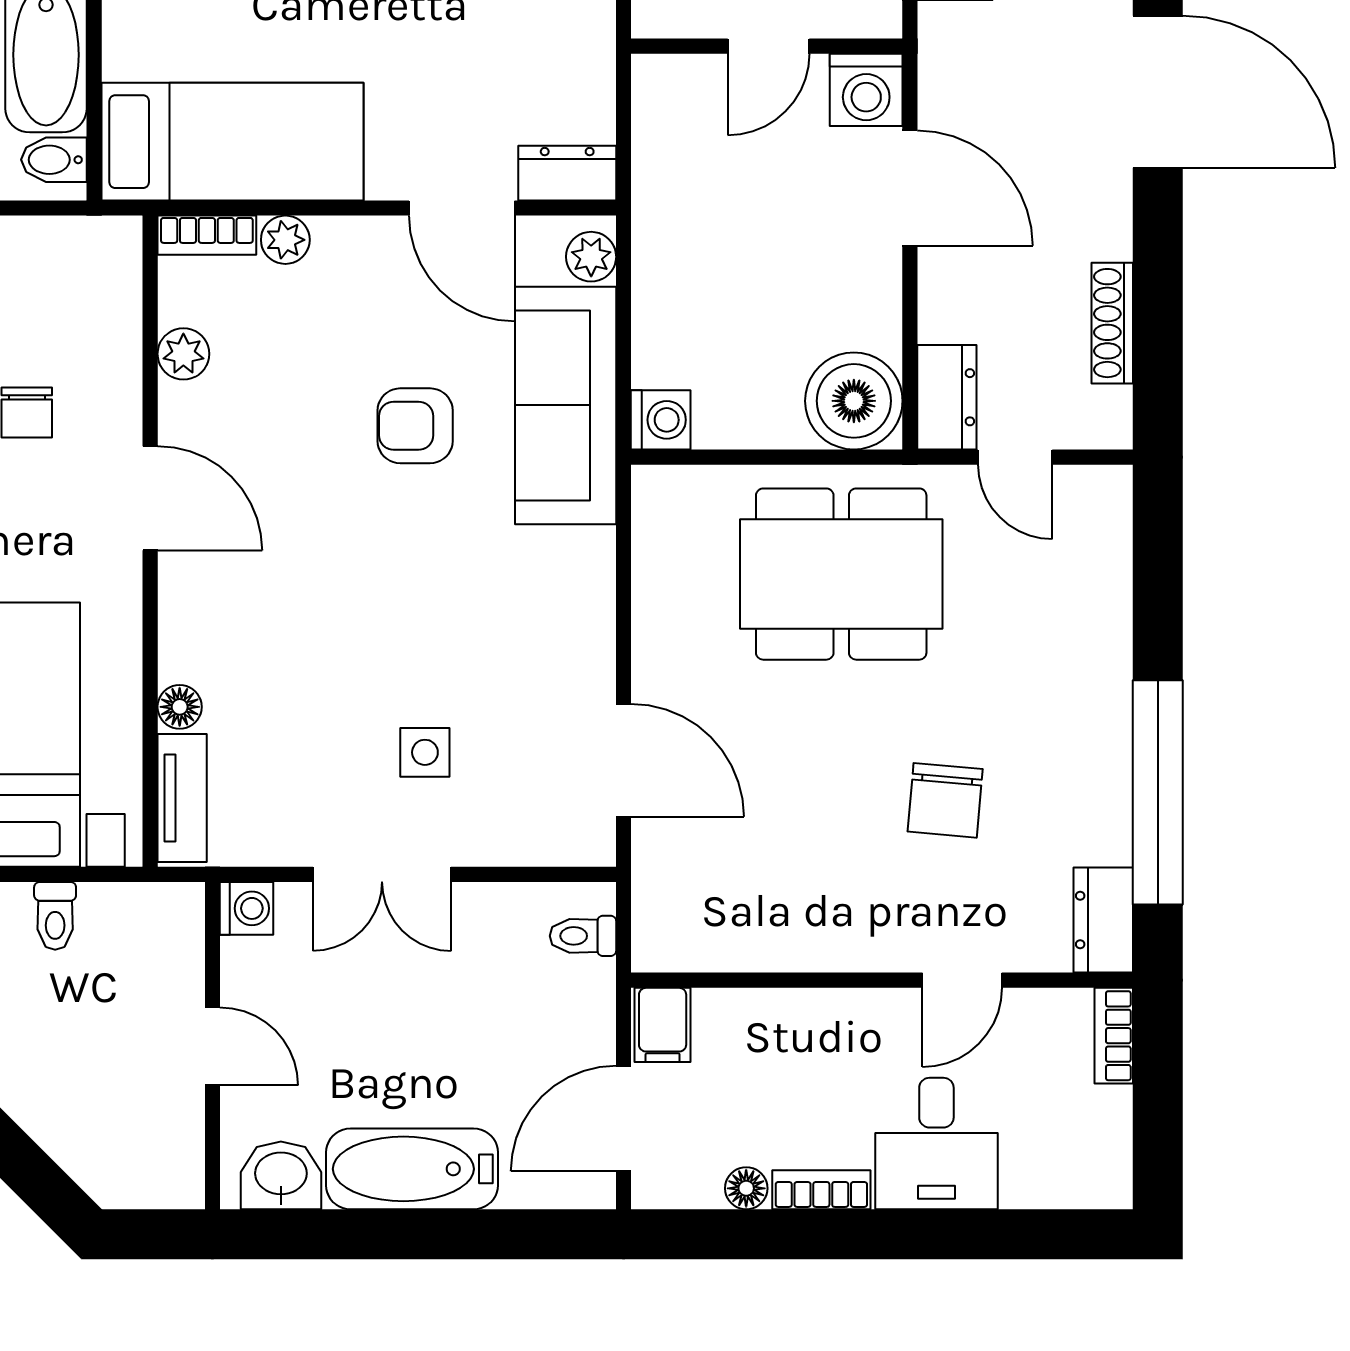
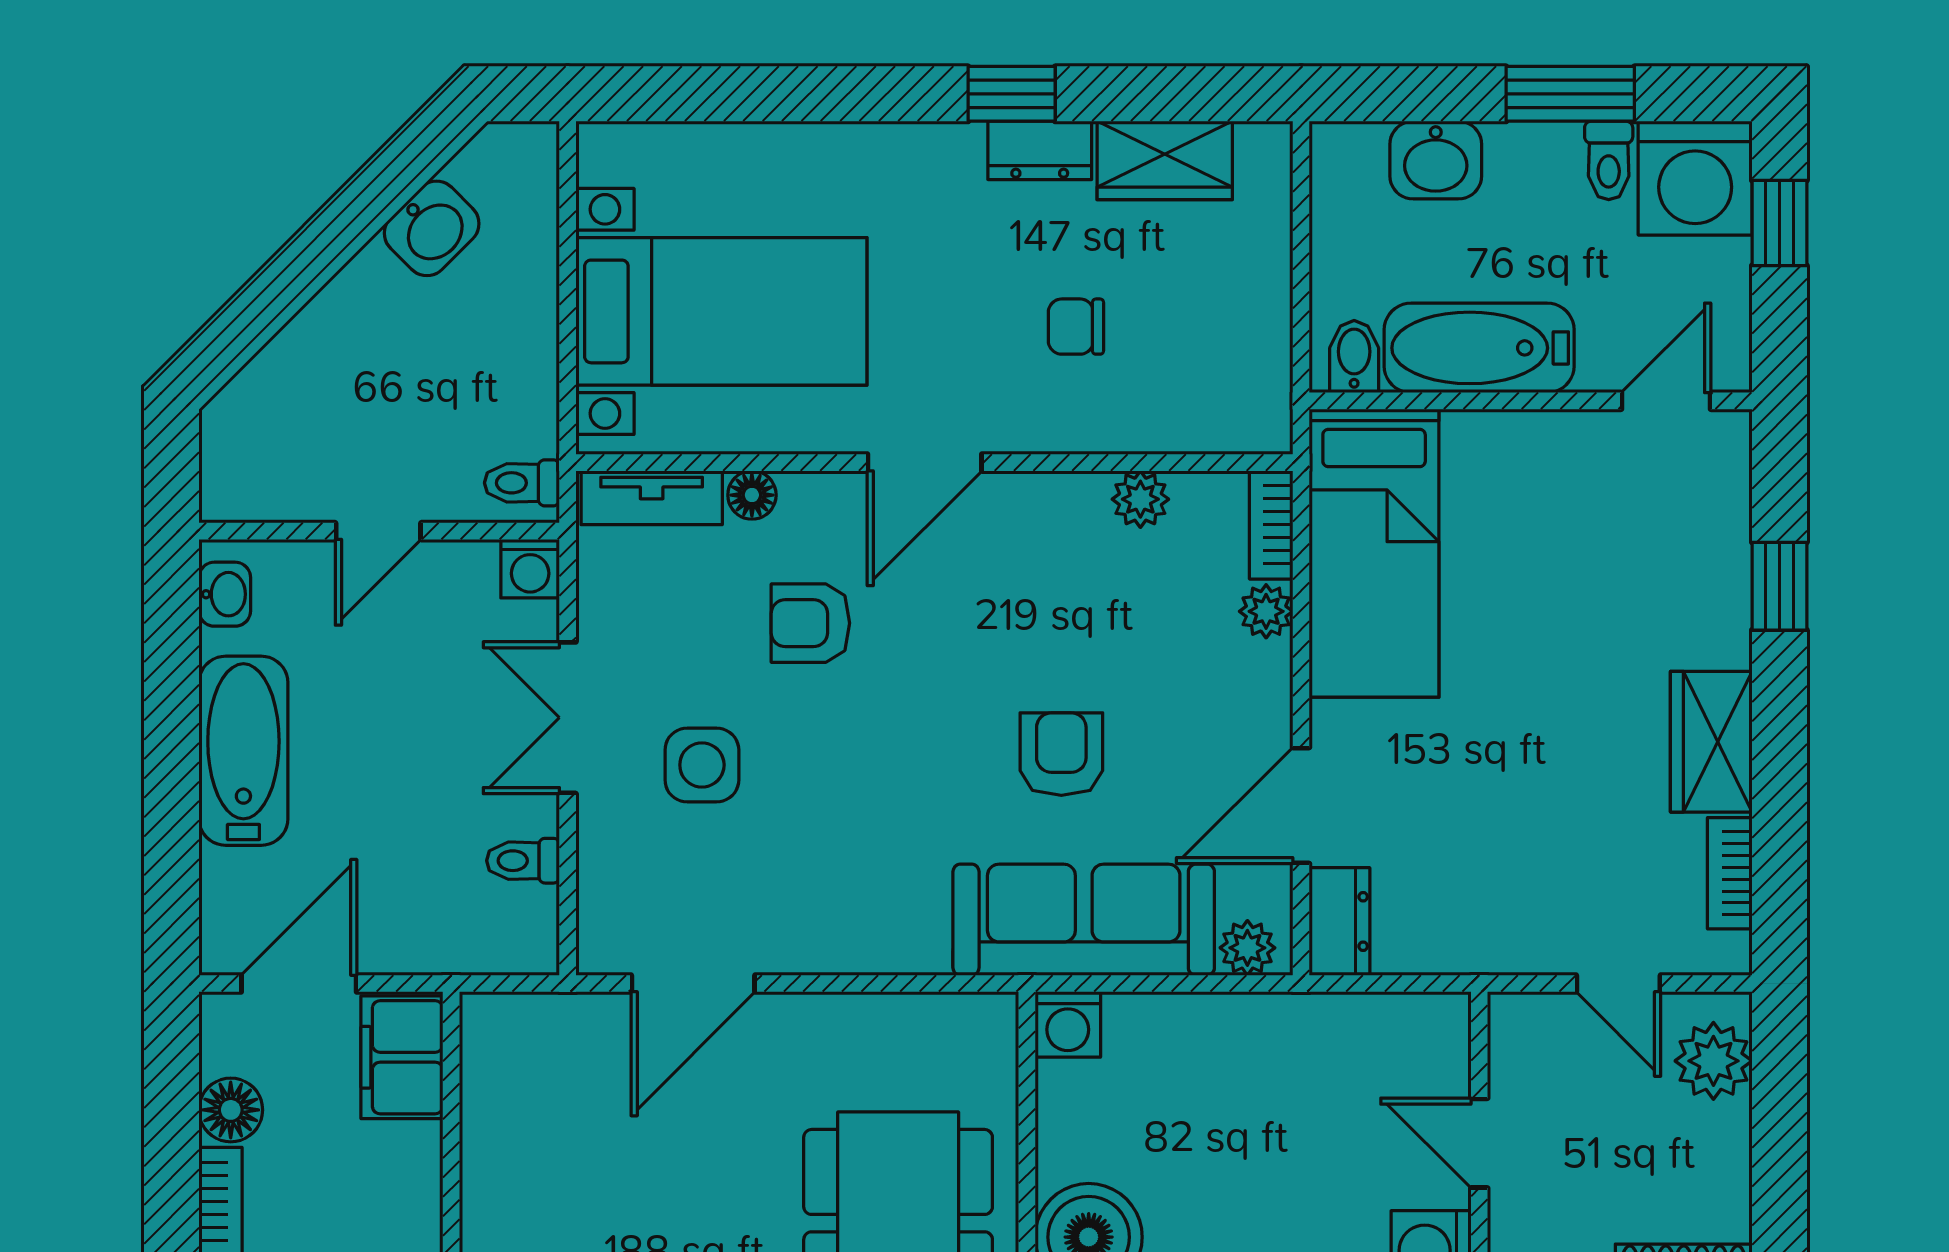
door: (150, 498) -> (925, 463), moved
armchair: (296, 654) -> (810, 623), added
side table: (425, 752) -> (702, 765), width x1.37, depth x1.37
toilet: (55, 916) -> (522, 483), moved
toilet: (583, 936) -> (523, 861), moved, turned -90
filing cabinet: (663, 1025) -> (402, 1057), width x2.00
door: (624, 1119) -> (299, 984), hinge flipped
washbasin: (281, 1175) -> (225, 594), width x0.72, depth x0.69
floor lamp: (746, 1188) -> (231, 1110), width x1.37, depth x1.37

